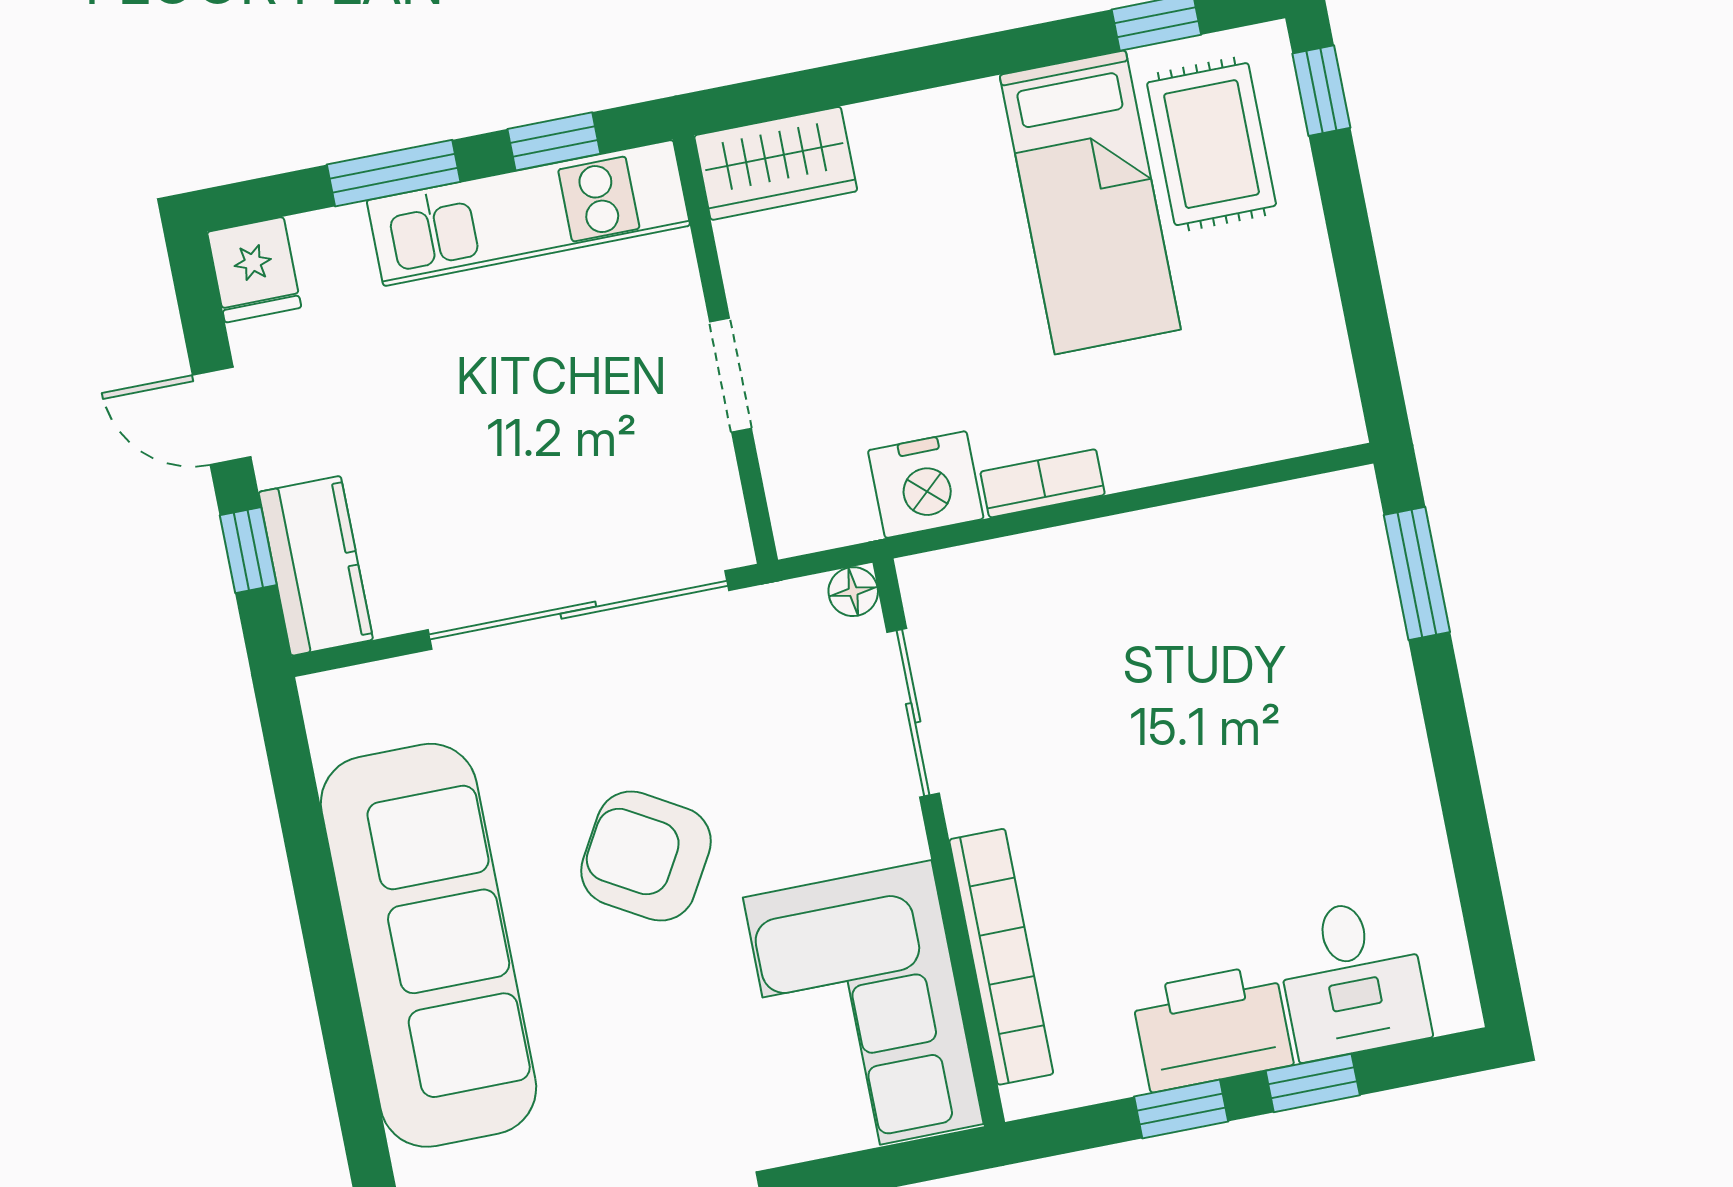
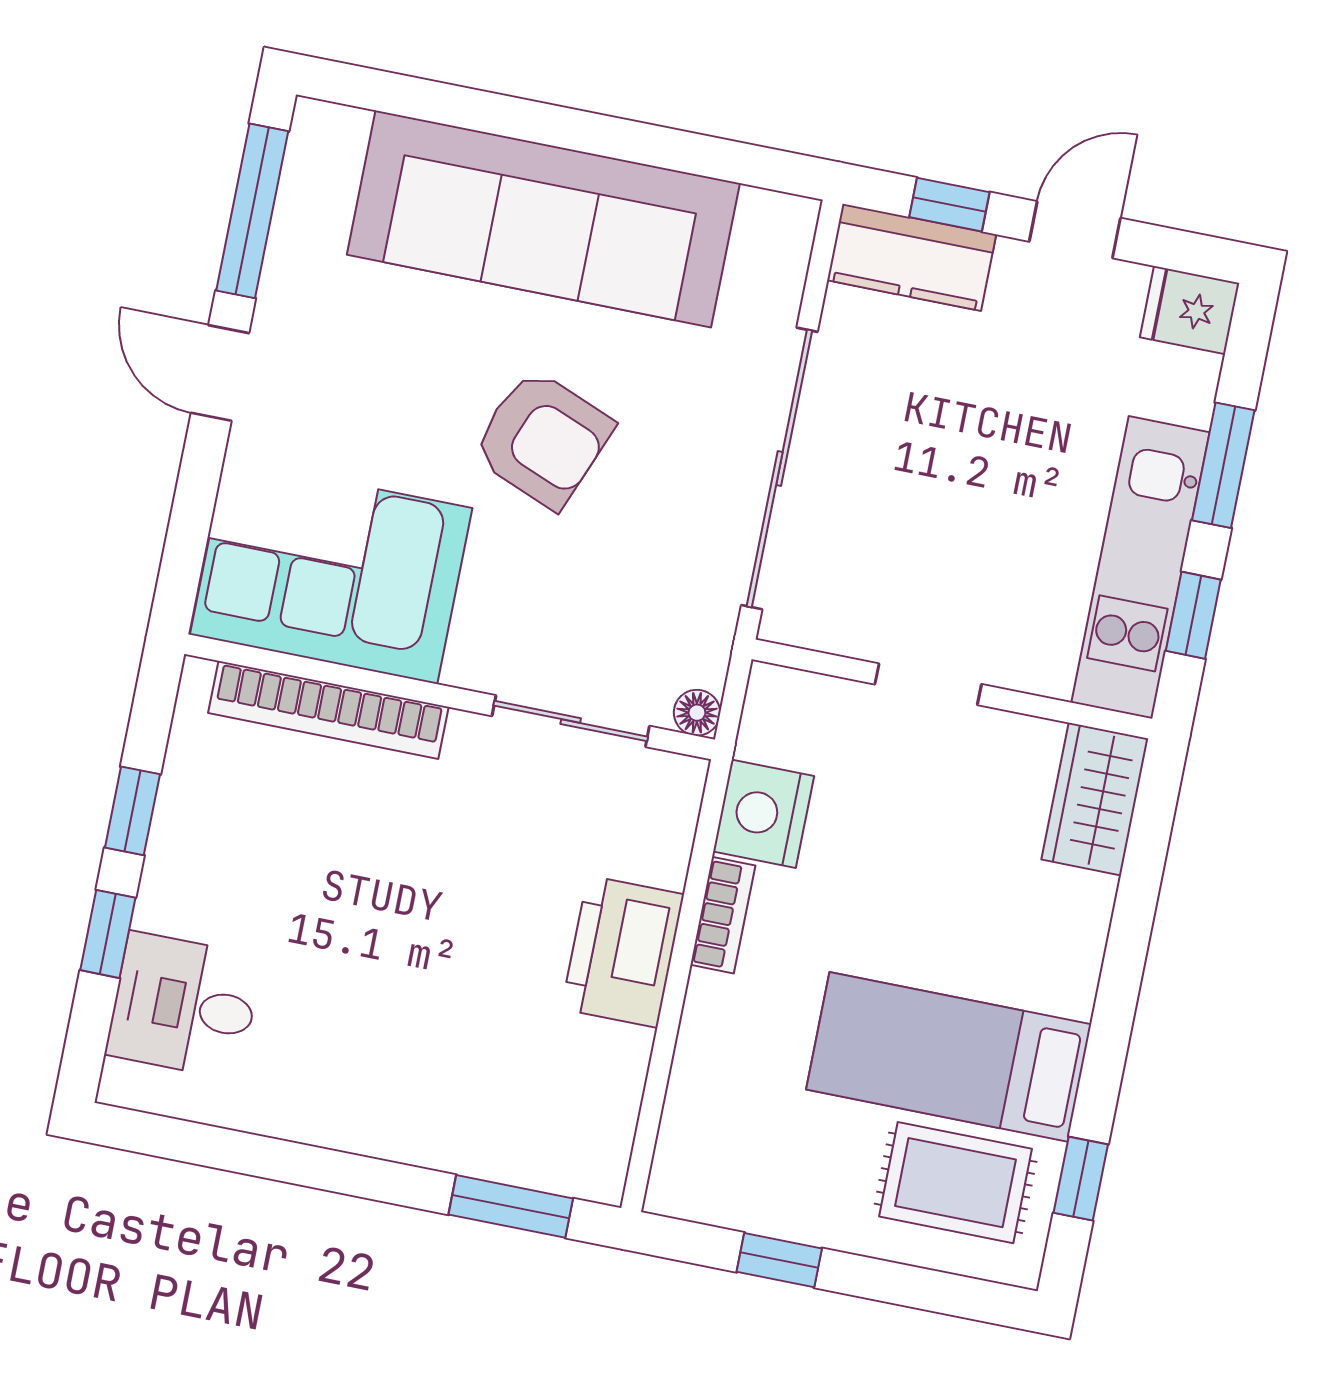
window: (1321, 91) -> (779, 1260), moved
armchair: (646, 856) -> (543, 439), turned 82
printer: (1212, 1028) -> (623, 952), moved, turned 180

